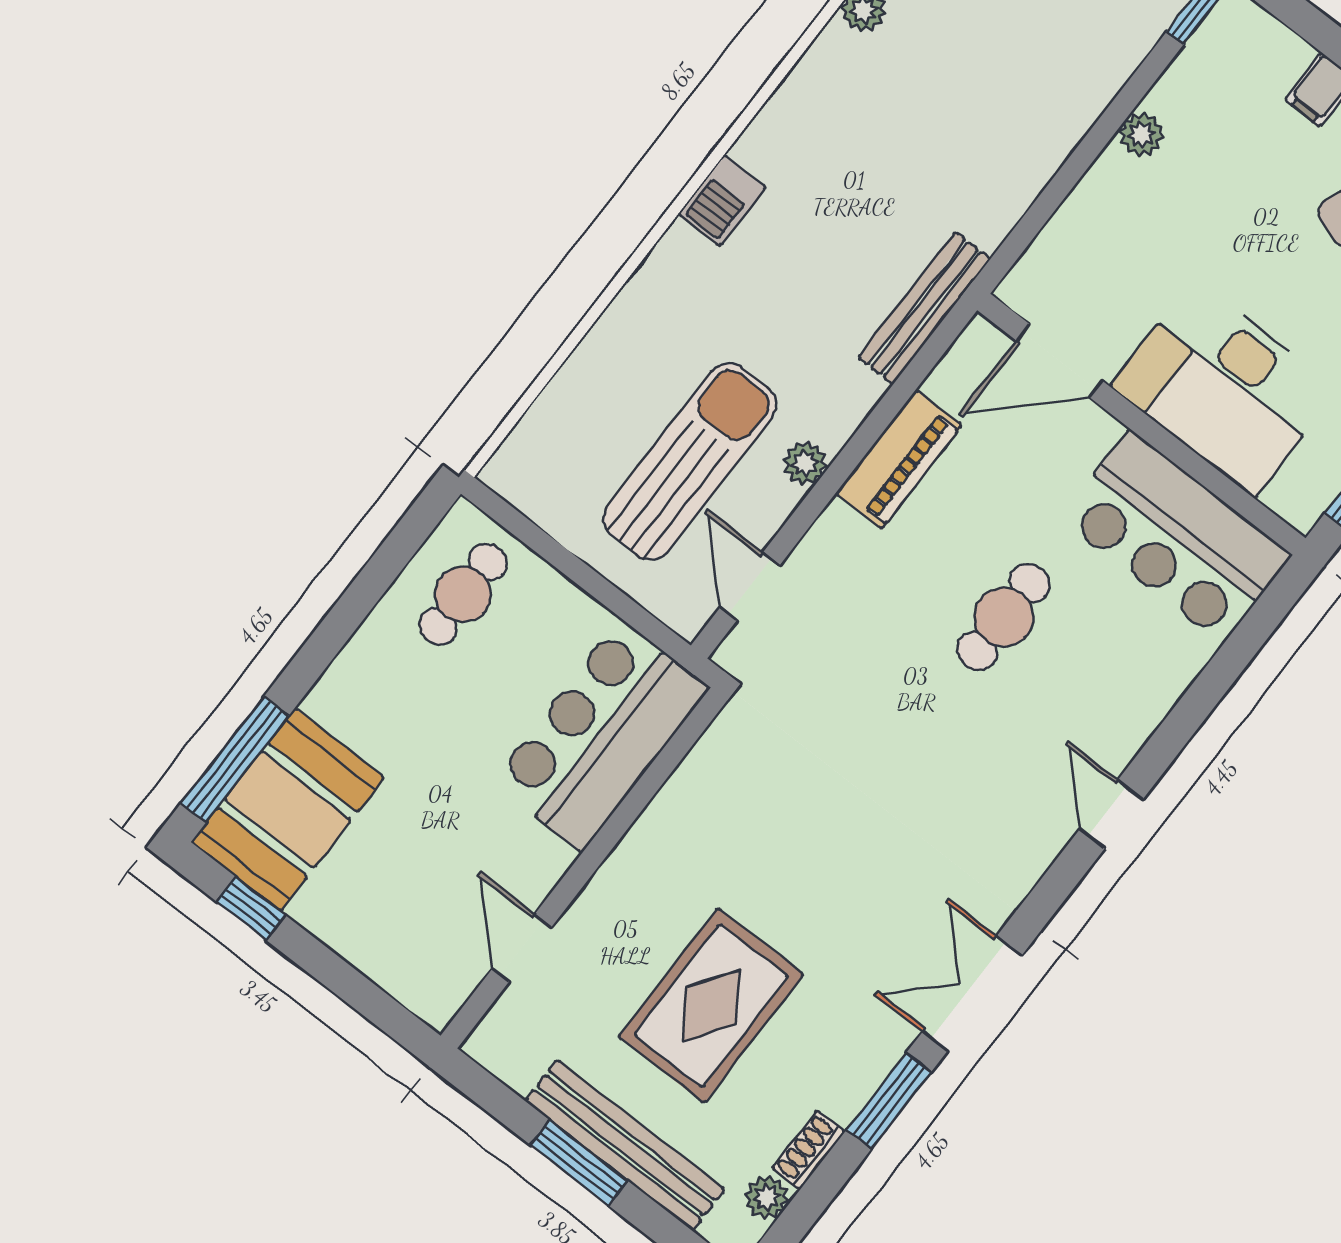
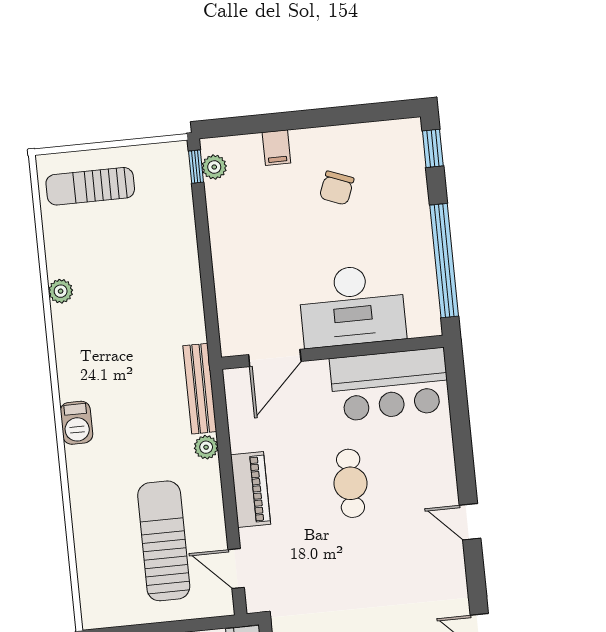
plant: (1142, 134) -> (214, 167), moved
piano: (899, 459) -> (251, 490), moved
plant: (805, 463) -> (206, 447), moved

